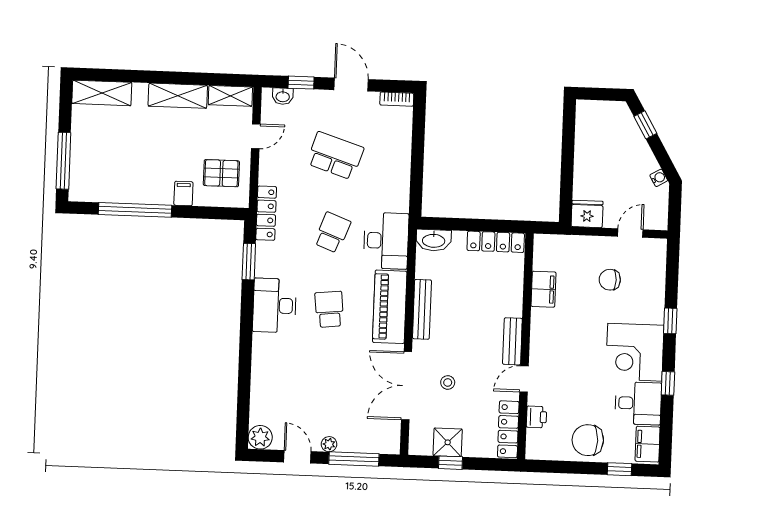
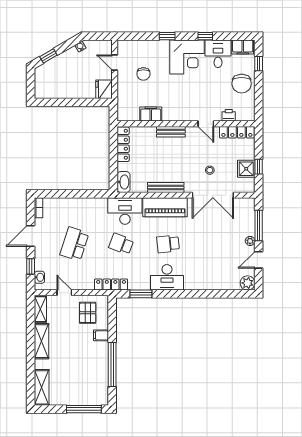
bench: (512, 341) -> (171, 132), moved

